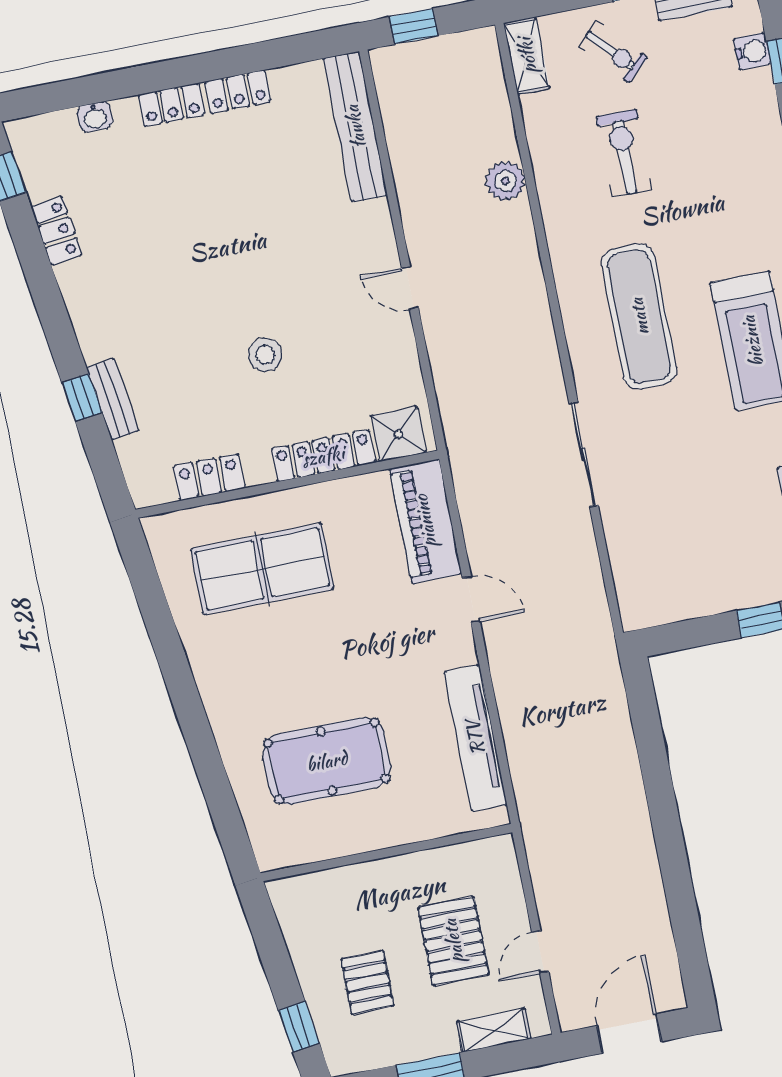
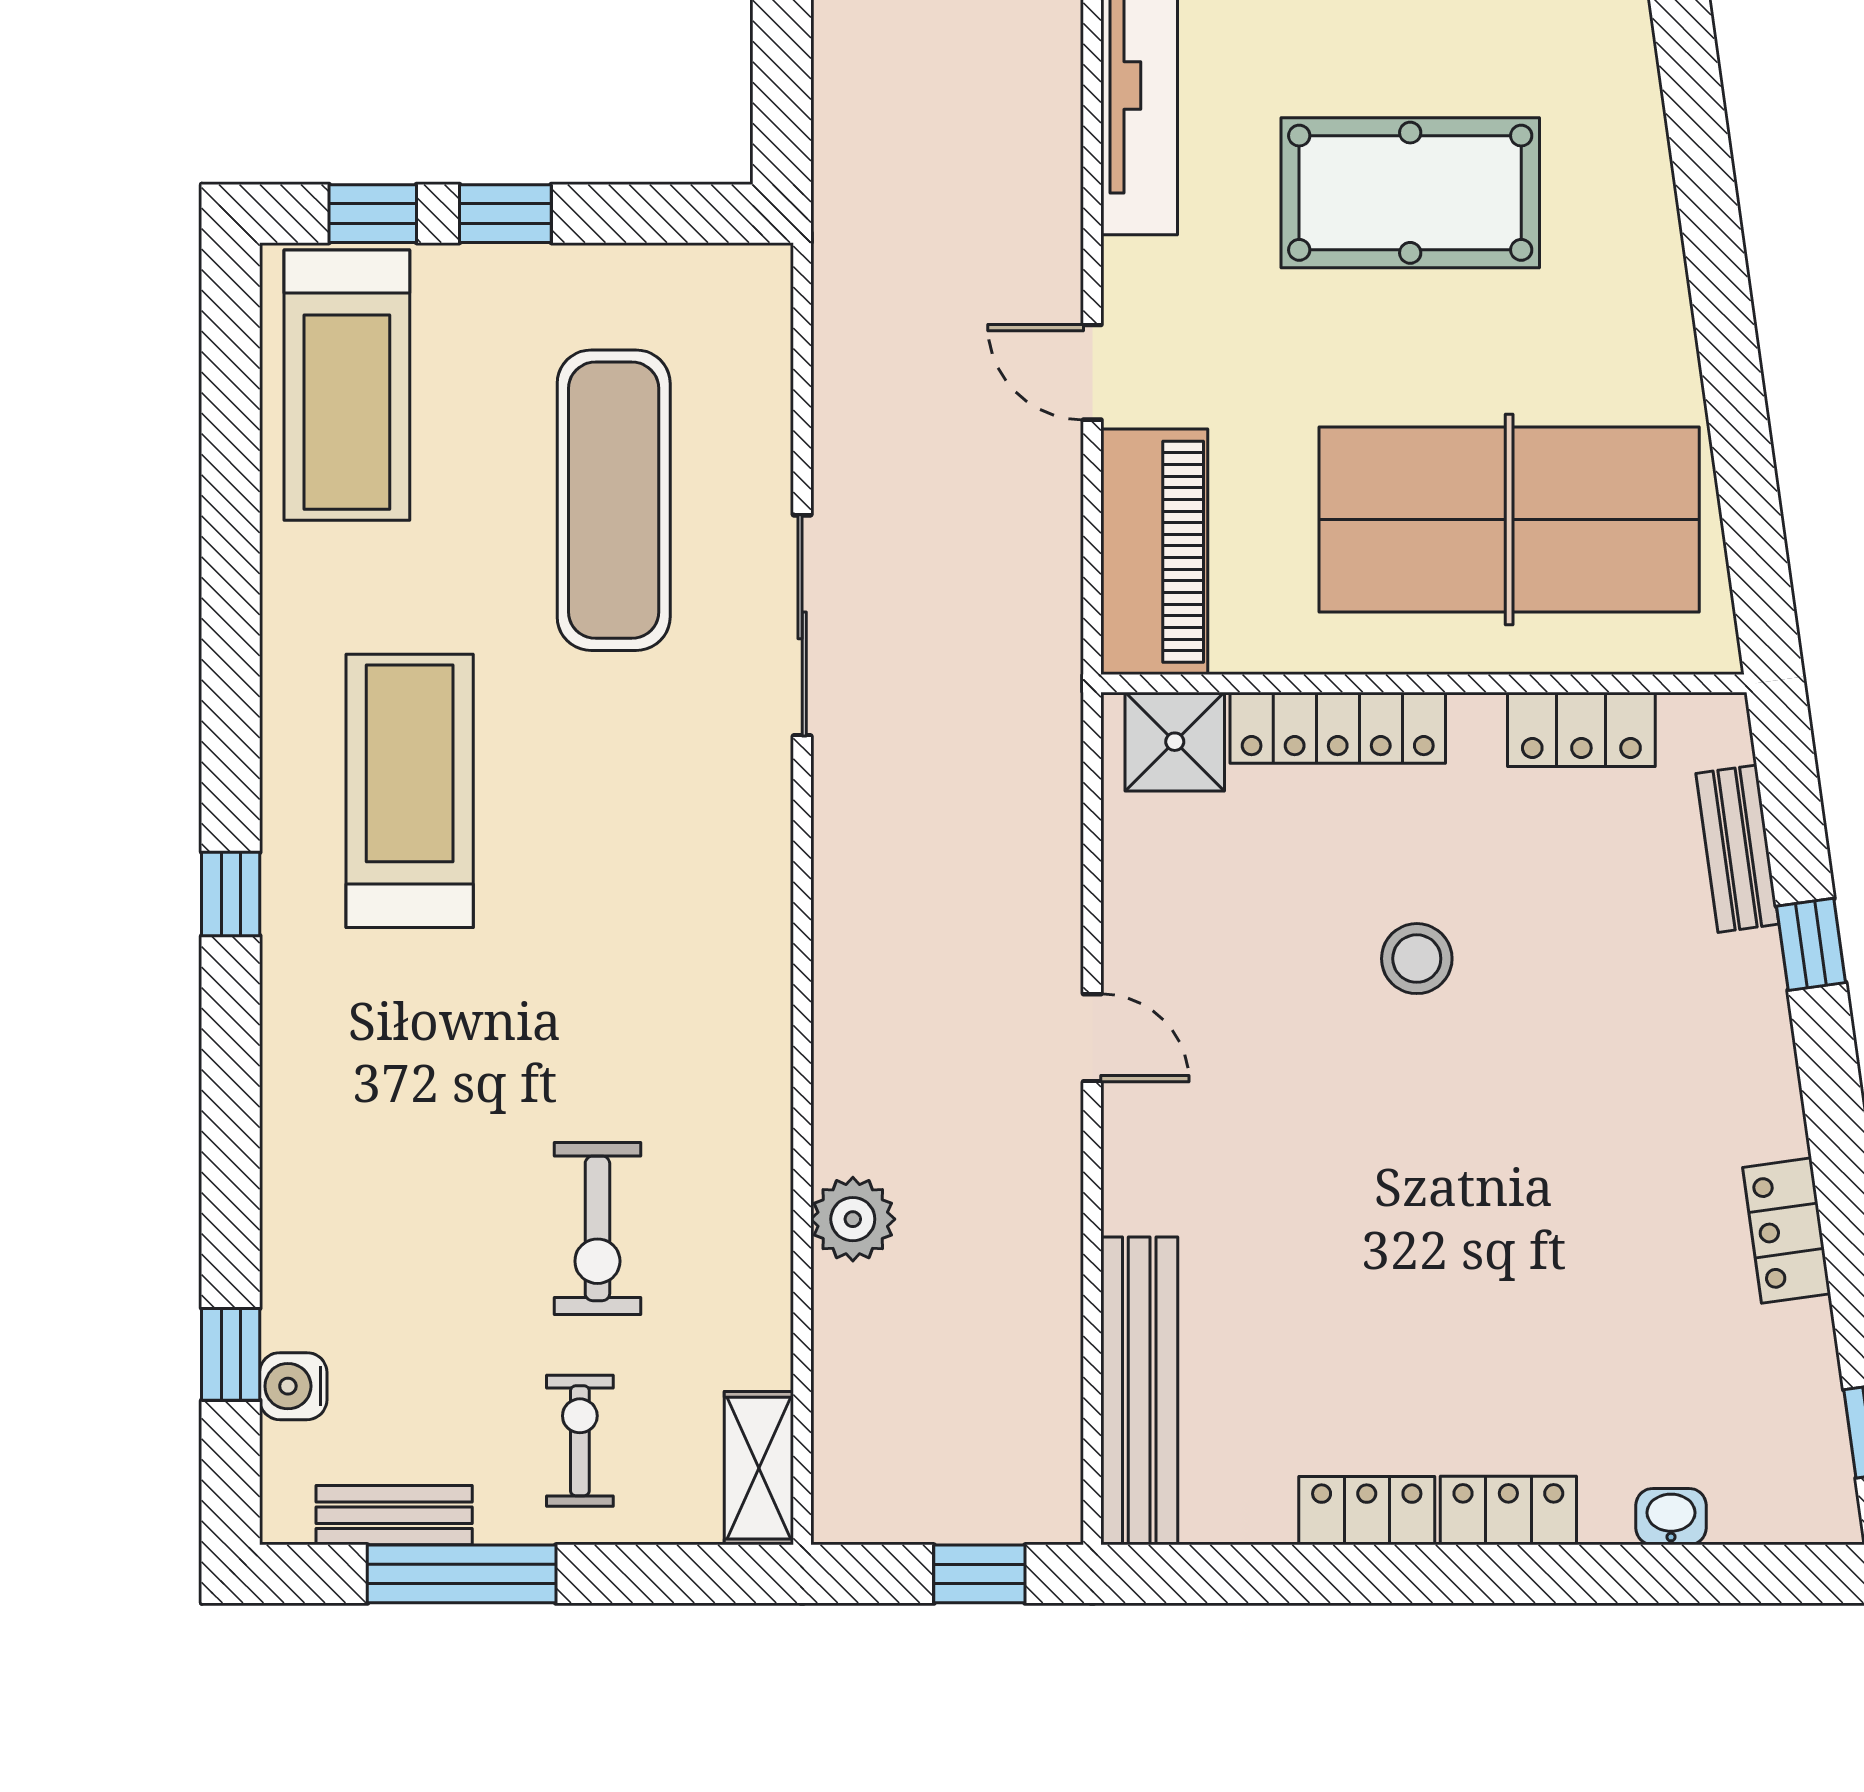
exercise bike: (613, 52) -> (580, 1441), turned 43
locker: (56, 231) -> (1787, 1231), moved
exercise mat: (639, 317) -> (614, 500), moved
bench: (113, 399) -> (1737, 849), moved
table tennis table: (262, 569) -> (1509, 520), width x1.36, depth x1.32
pool table: (327, 761) -> (1410, 193), moved

